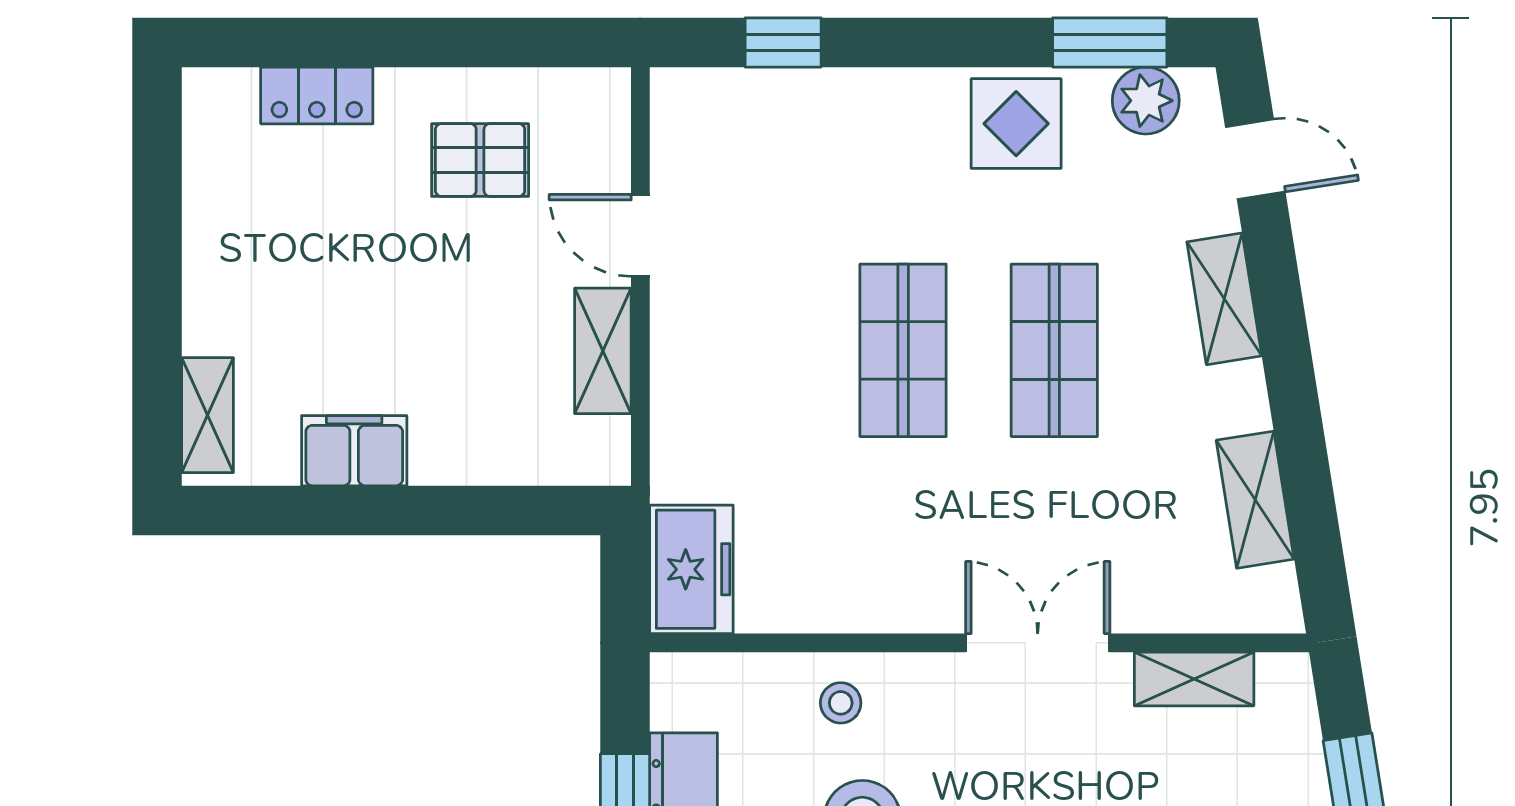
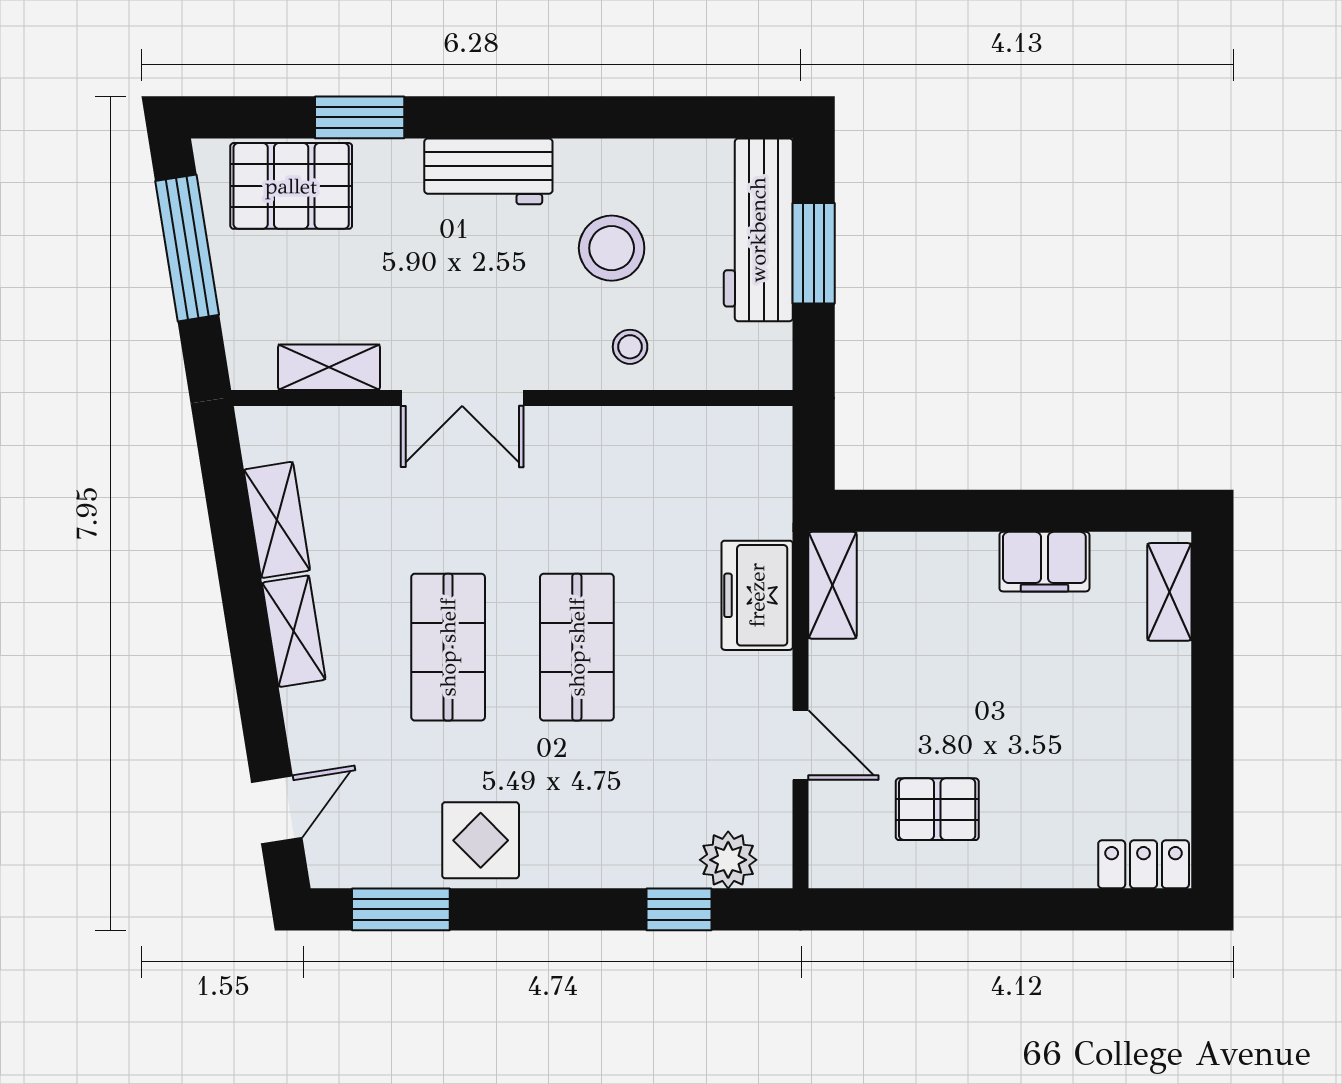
locker: (317, 95) -> (1144, 864), moved
plant: (1146, 101) -> (728, 860), moved
door: (1255, 159) -> (277, 810), swing flipped
shelving: (1224, 299) -> (294, 631), moved
shelving: (603, 351) -> (833, 585), moved
freezer: (691, 569) -> (757, 595), moved

